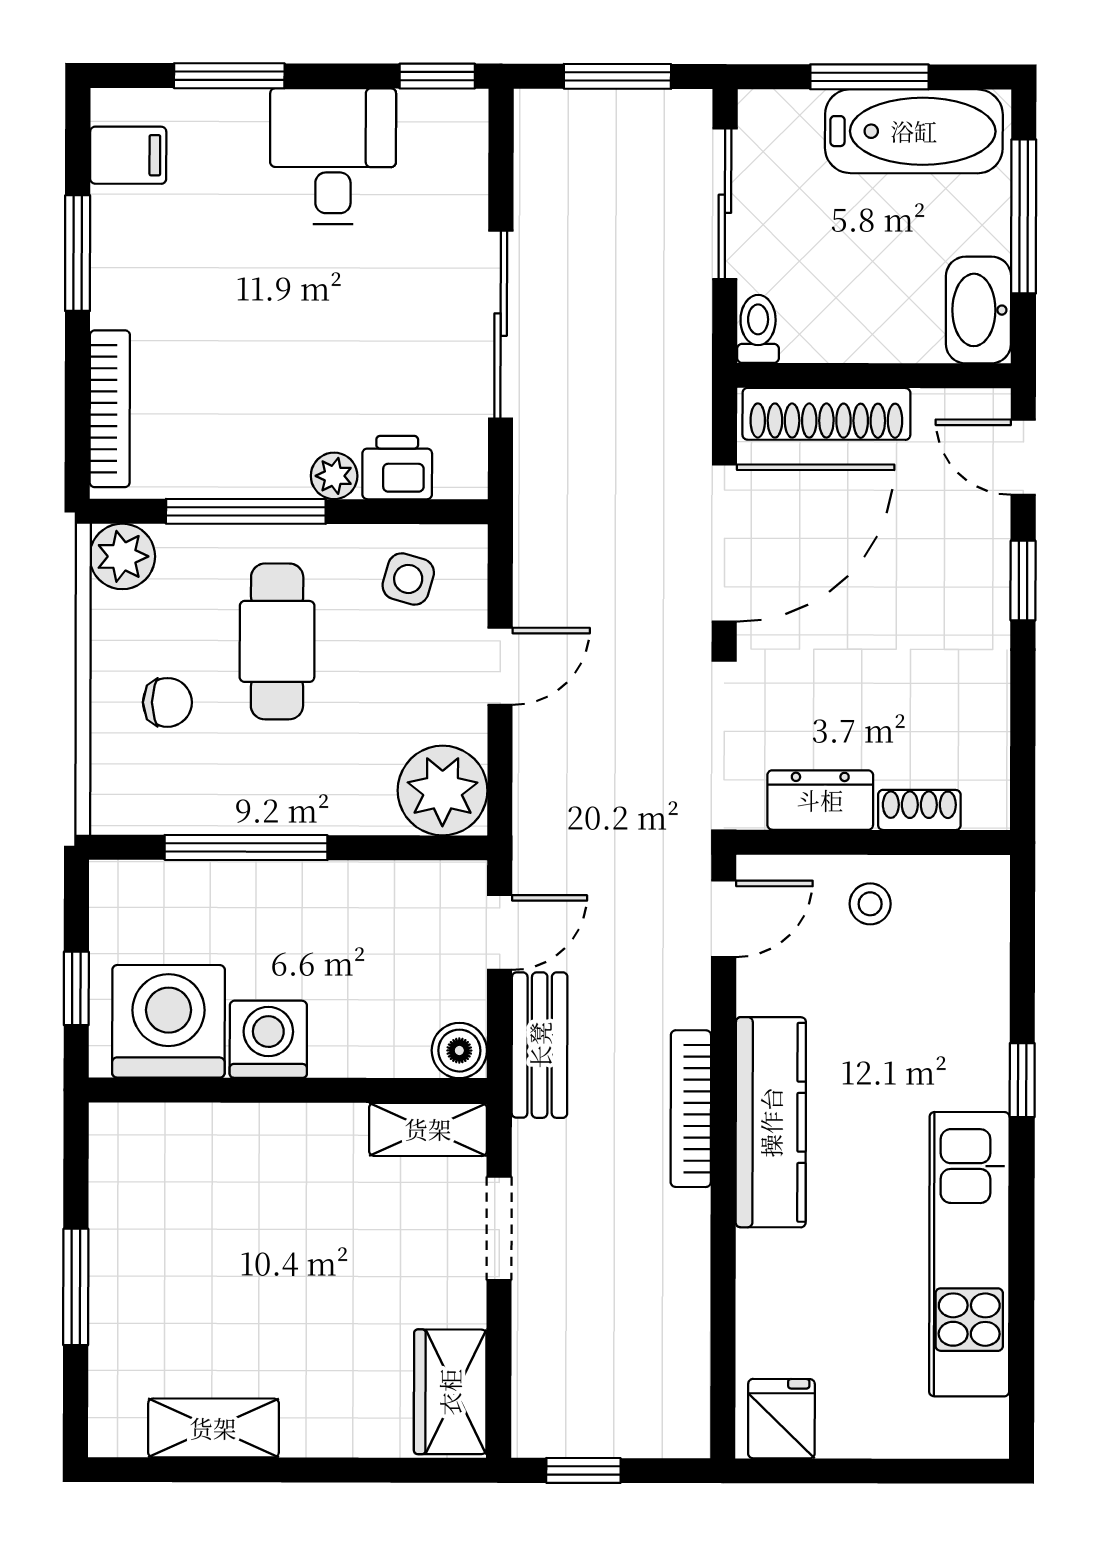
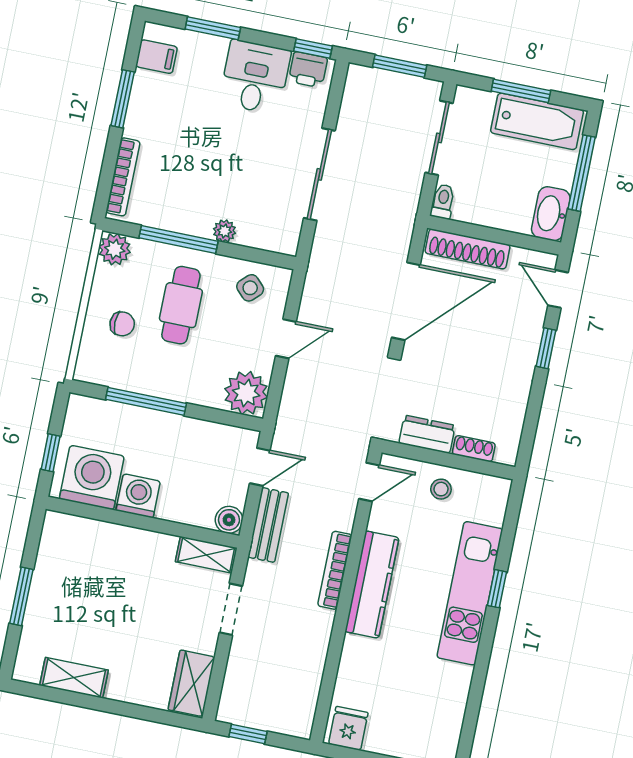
printer: (397, 468) -> (308, 70), moved, turned 180
side table: (408, 579) -> (250, 288), turned 30
kitchen unit: (969, 1254) -> (470, 593), moved

